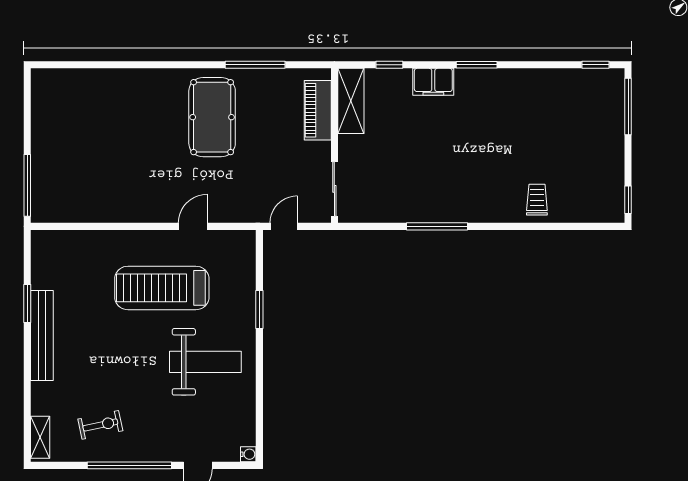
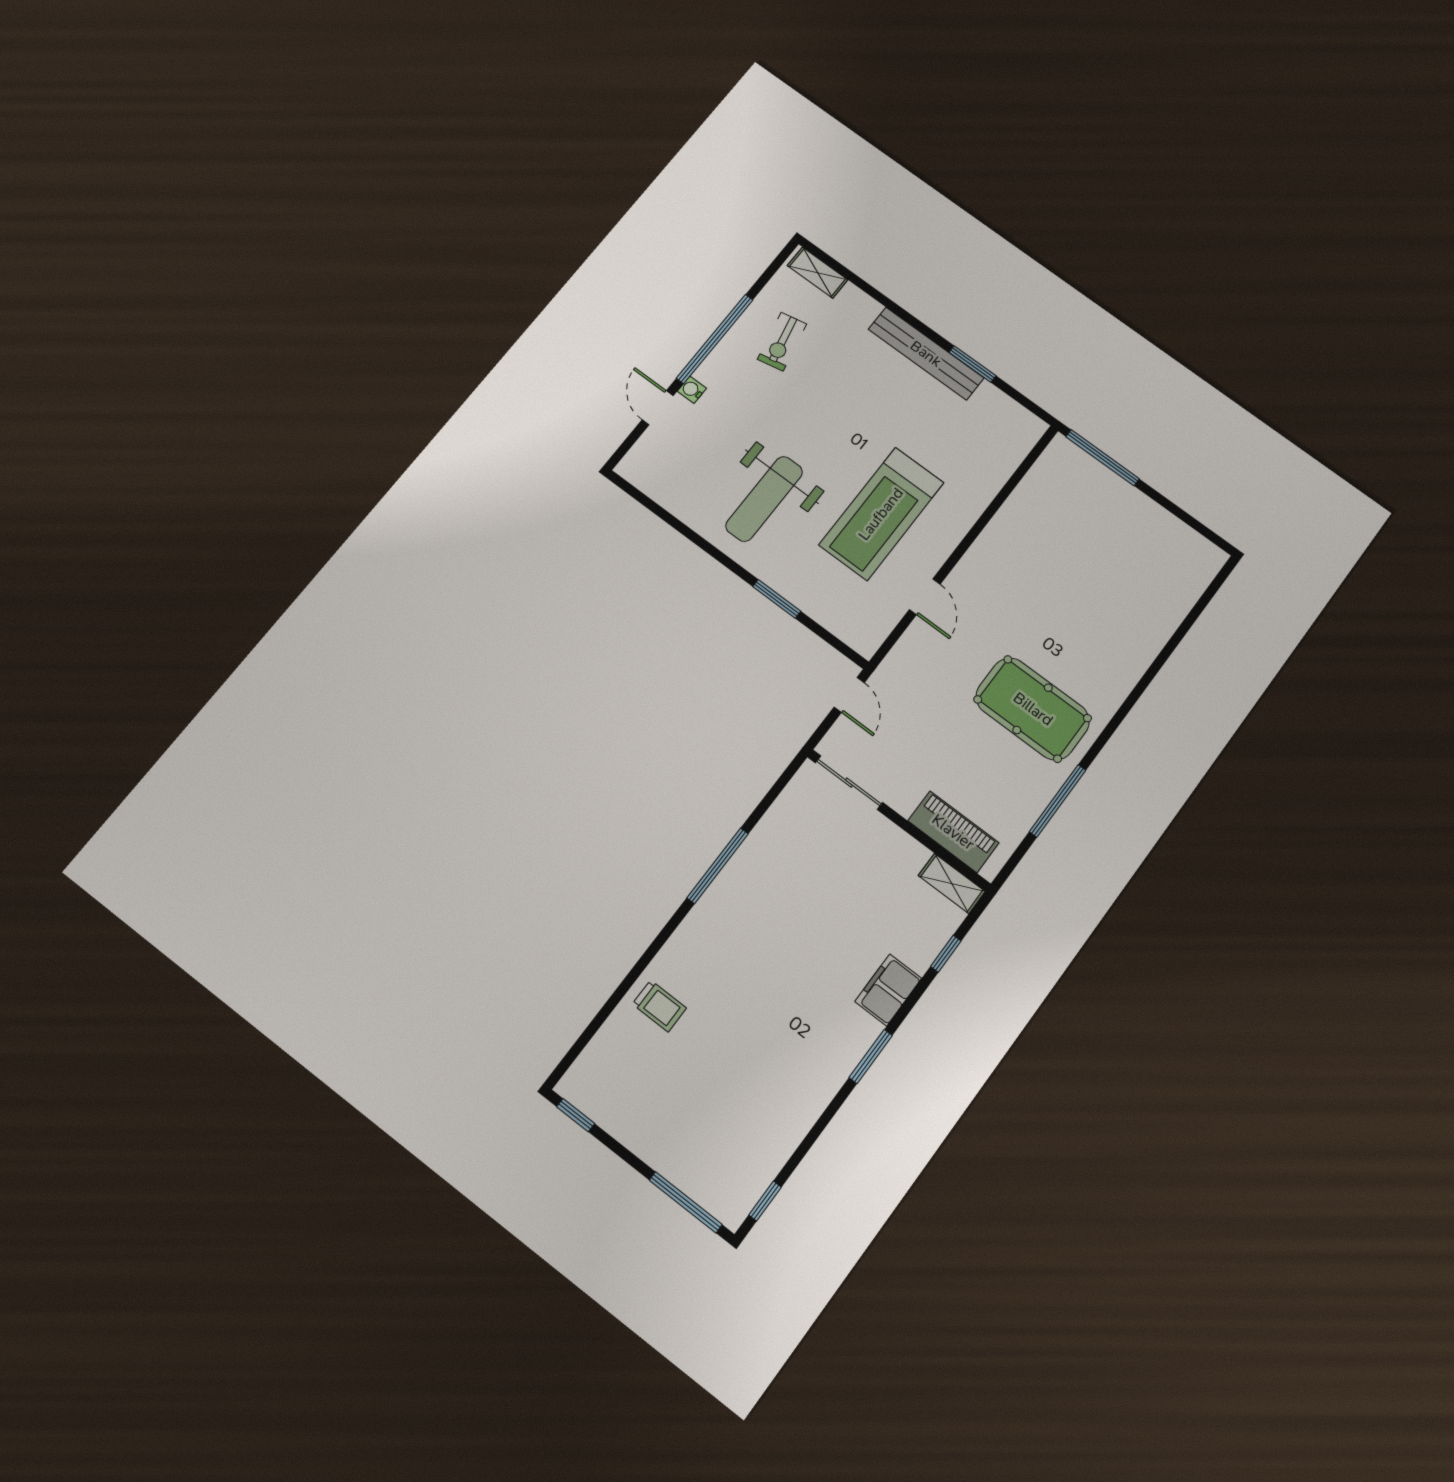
shelving: (351, 101) -> (952, 884), width x0.67, depth x0.75
treadmill: (162, 288) -> (881, 514), turned 180
water cooler: (248, 454) -> (692, 390), moved, turned 90

